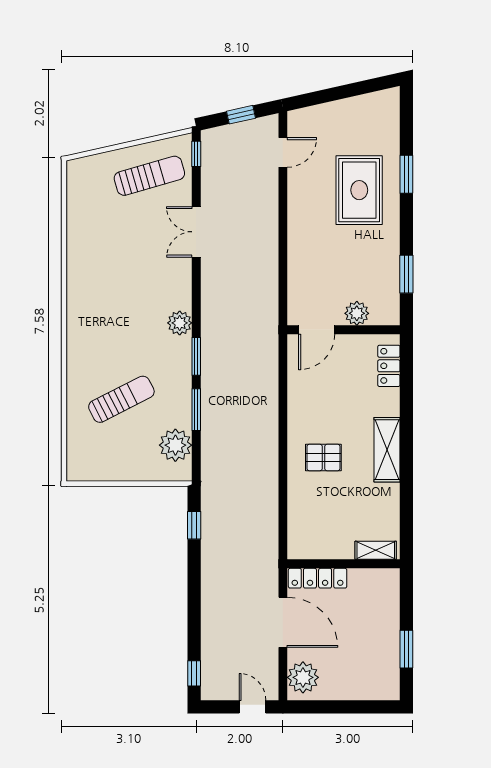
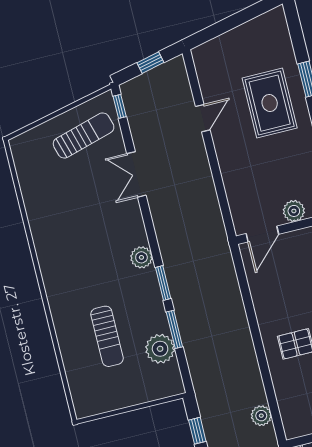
door: (283, 152) -> (203, 118), moved
sun lounger: (121, 399) -> (107, 336), turned 117
plant: (175, 445) -> (160, 349), moved
plant: (267, 526) -> (261, 416), added

